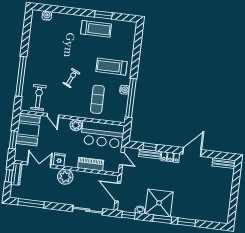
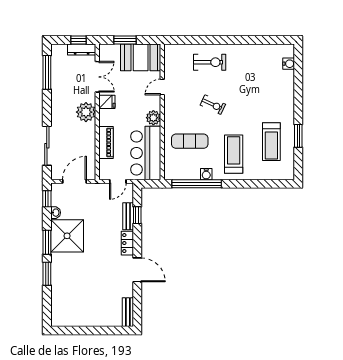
treadmill: (96, 29) -> (271, 142), moved
window: (21, 76) -> (207, 40), removed
exercise bike: (39, 97) -> (210, 62), moved

